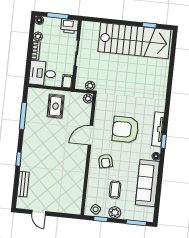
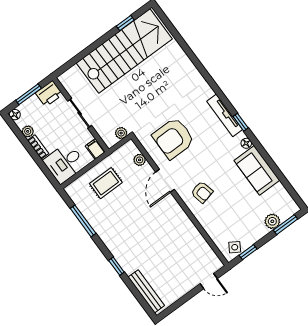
plant: (88, 99) -> (140, 160), moved
rug: (56, 106) -> (106, 183), turned 90
armchair: (125, 130) -> (173, 138), moved
sofa: (147, 183) -> (257, 170), width x0.73
bench: (23, 184) -> (146, 291), width x1.36
coffee table: (115, 190) -> (236, 211), removed
plant: (115, 212) -> (272, 221), moved
door: (39, 213) -> (209, 281), moved

